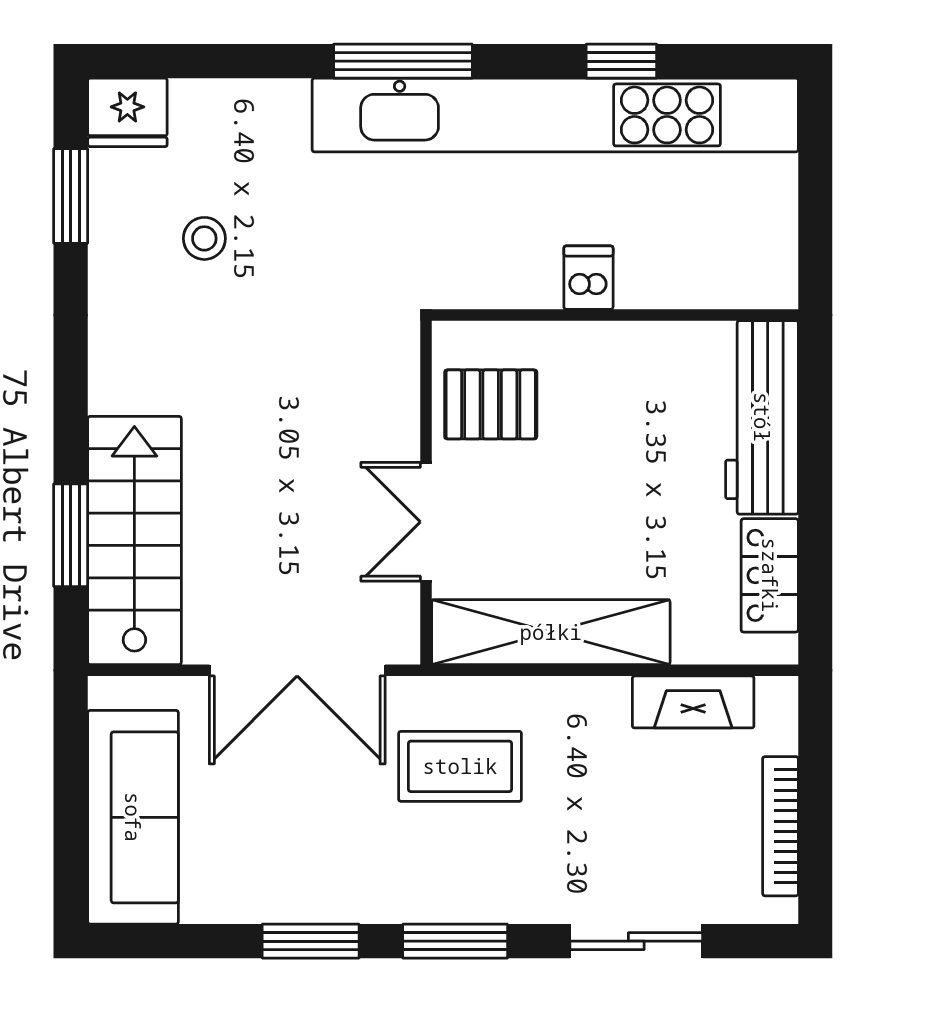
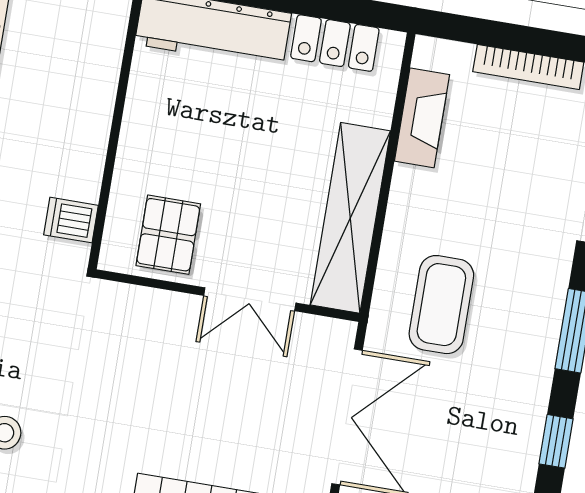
dishwasher: (588, 278) -> (71, 220), moved
window: (311, 941) -> (556, 441), width x0.67

